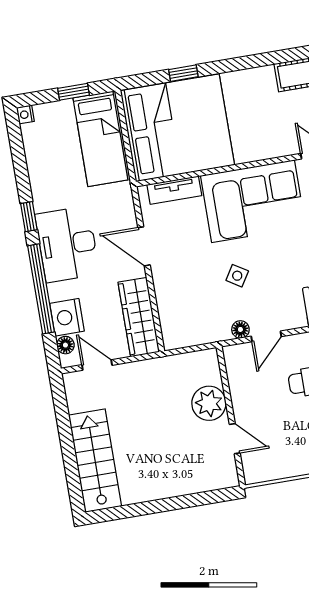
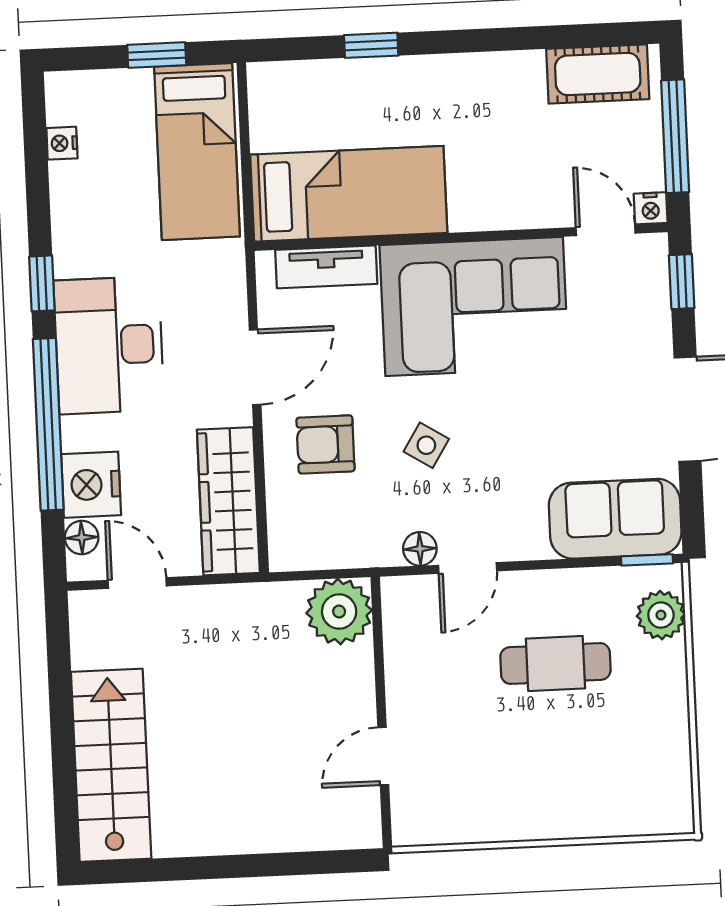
nightstand: (25, 114) -> (62, 143), moved
bed: (177, 128) -> (349, 194), width x0.49
door: (144, 246) -> (255, 367), swing flipped
armchair: (185, 282) -> (325, 444), added
plant: (209, 403) -> (339, 612), moved
door: (235, 439) -> (383, 756), swing flipped

